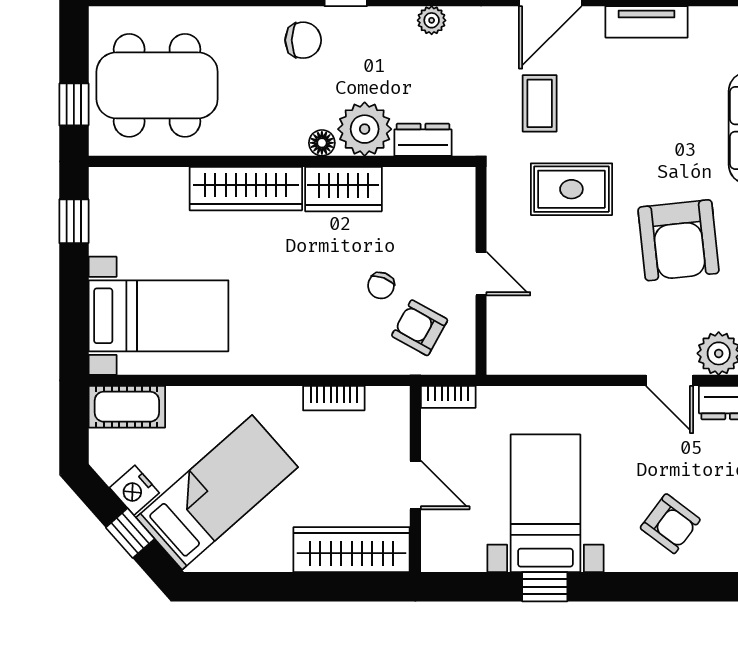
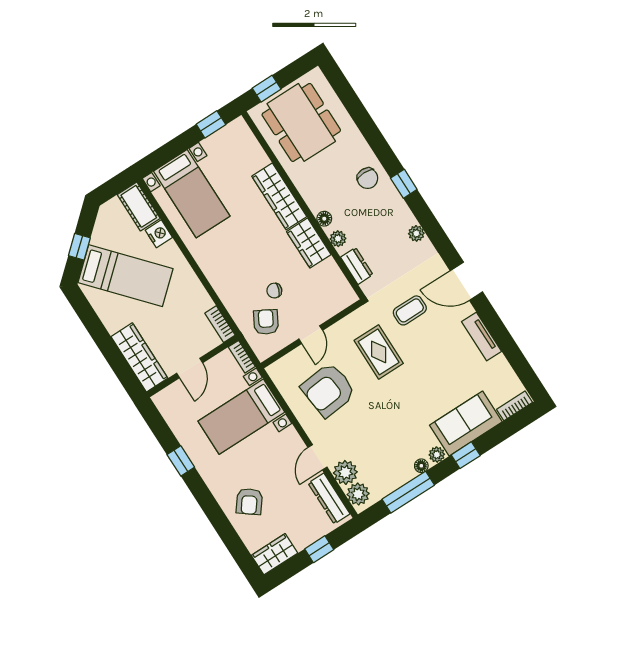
plant: (365, 129) -> (338, 239), width x0.53, depth x0.53
armchair: (679, 240) -> (328, 390), moved
bookcase: (334, 398) -> (220, 324), moved
nightstand: (134, 490) -> (159, 234), moved, turned 131
bed with nightstands: (545, 503) -> (241, 417), moved, turned 180

